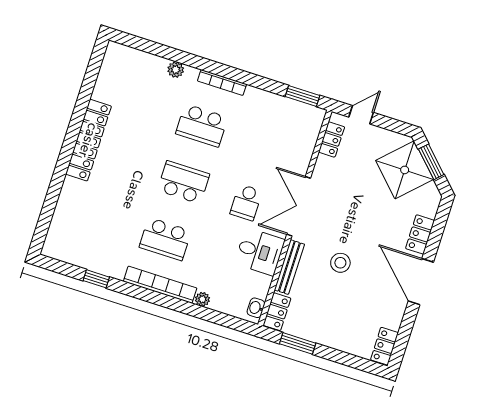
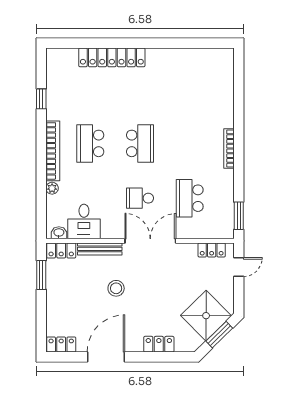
plant: (176, 70) -> (227, 108), removed
door: (361, 115) -> (239, 267), hinge flipped
school desk: (202, 125) -> (190, 198), moved
locker: (88, 140) -> (112, 57), moved
desk: (260, 252) -> (84, 222), moved
door: (421, 282) -> (106, 357), moved

